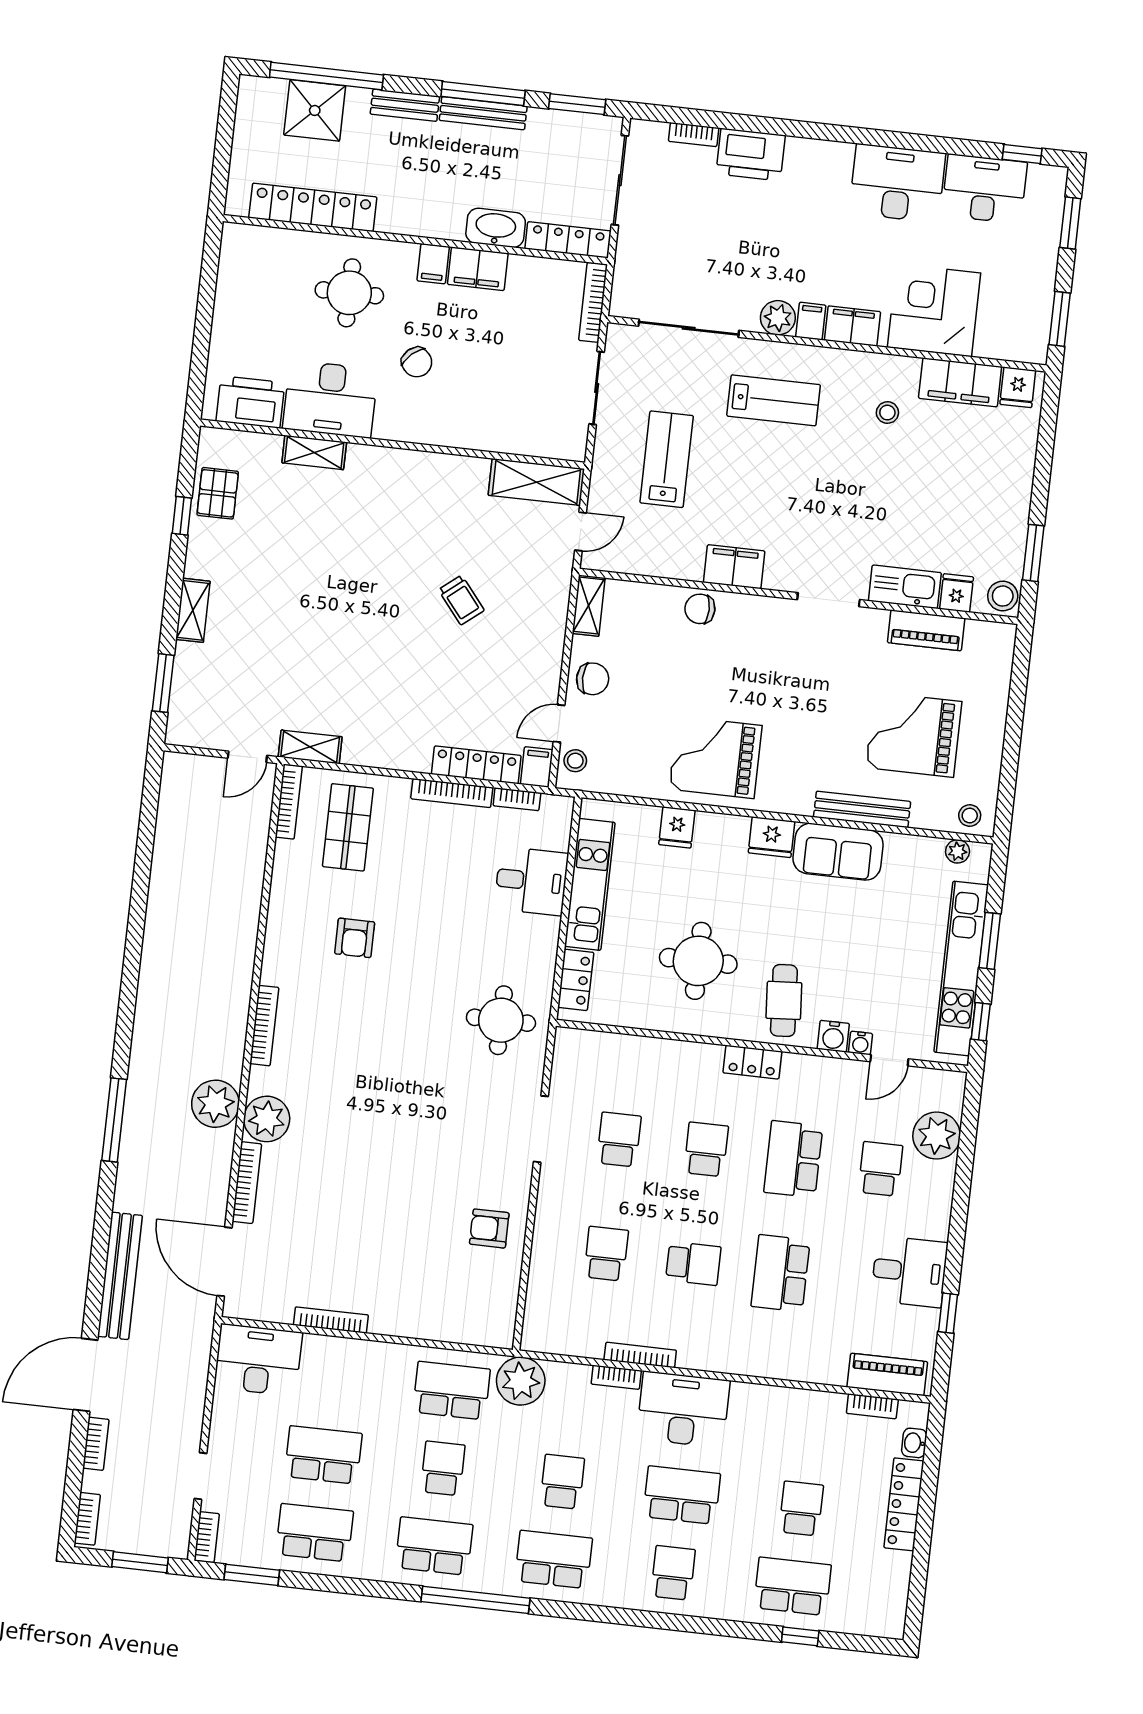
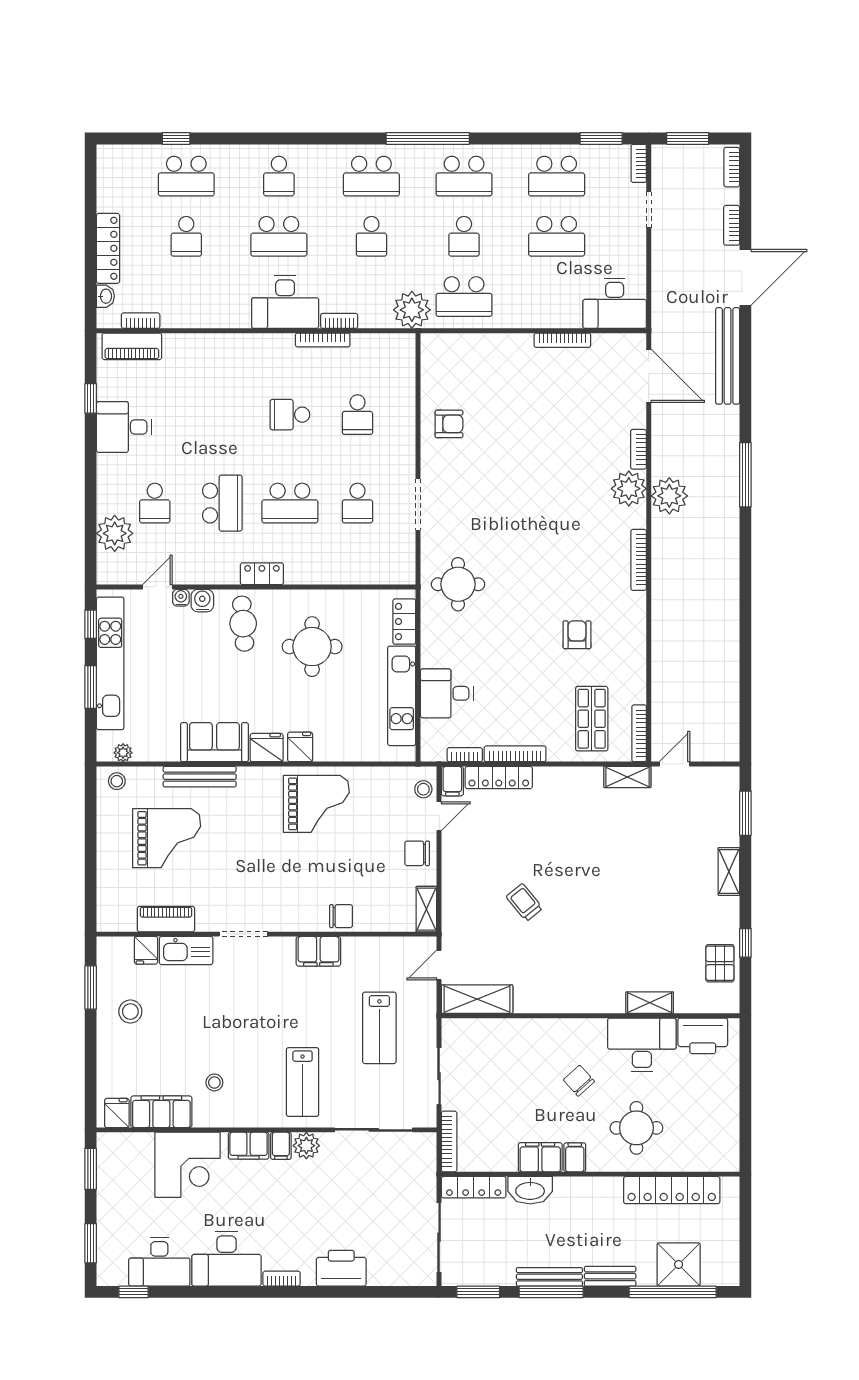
bookcase: (694, 135) -> (282, 1279), moved
lab bench: (774, 400) -> (303, 1082), turned -90
stool: (1003, 596) -> (130, 1012), moved
fridge: (677, 827) -> (300, 747), moved
school desk: (706, 1149) -> (290, 503), width x1.85
bookcase: (247, 1183) -> (638, 449), width x0.64
school desk: (780, 1273) -> (222, 415), removed

